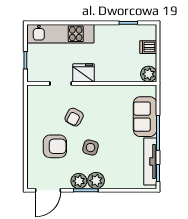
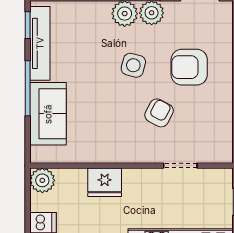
fridge: (83, 73) -> (105, 182), moved

